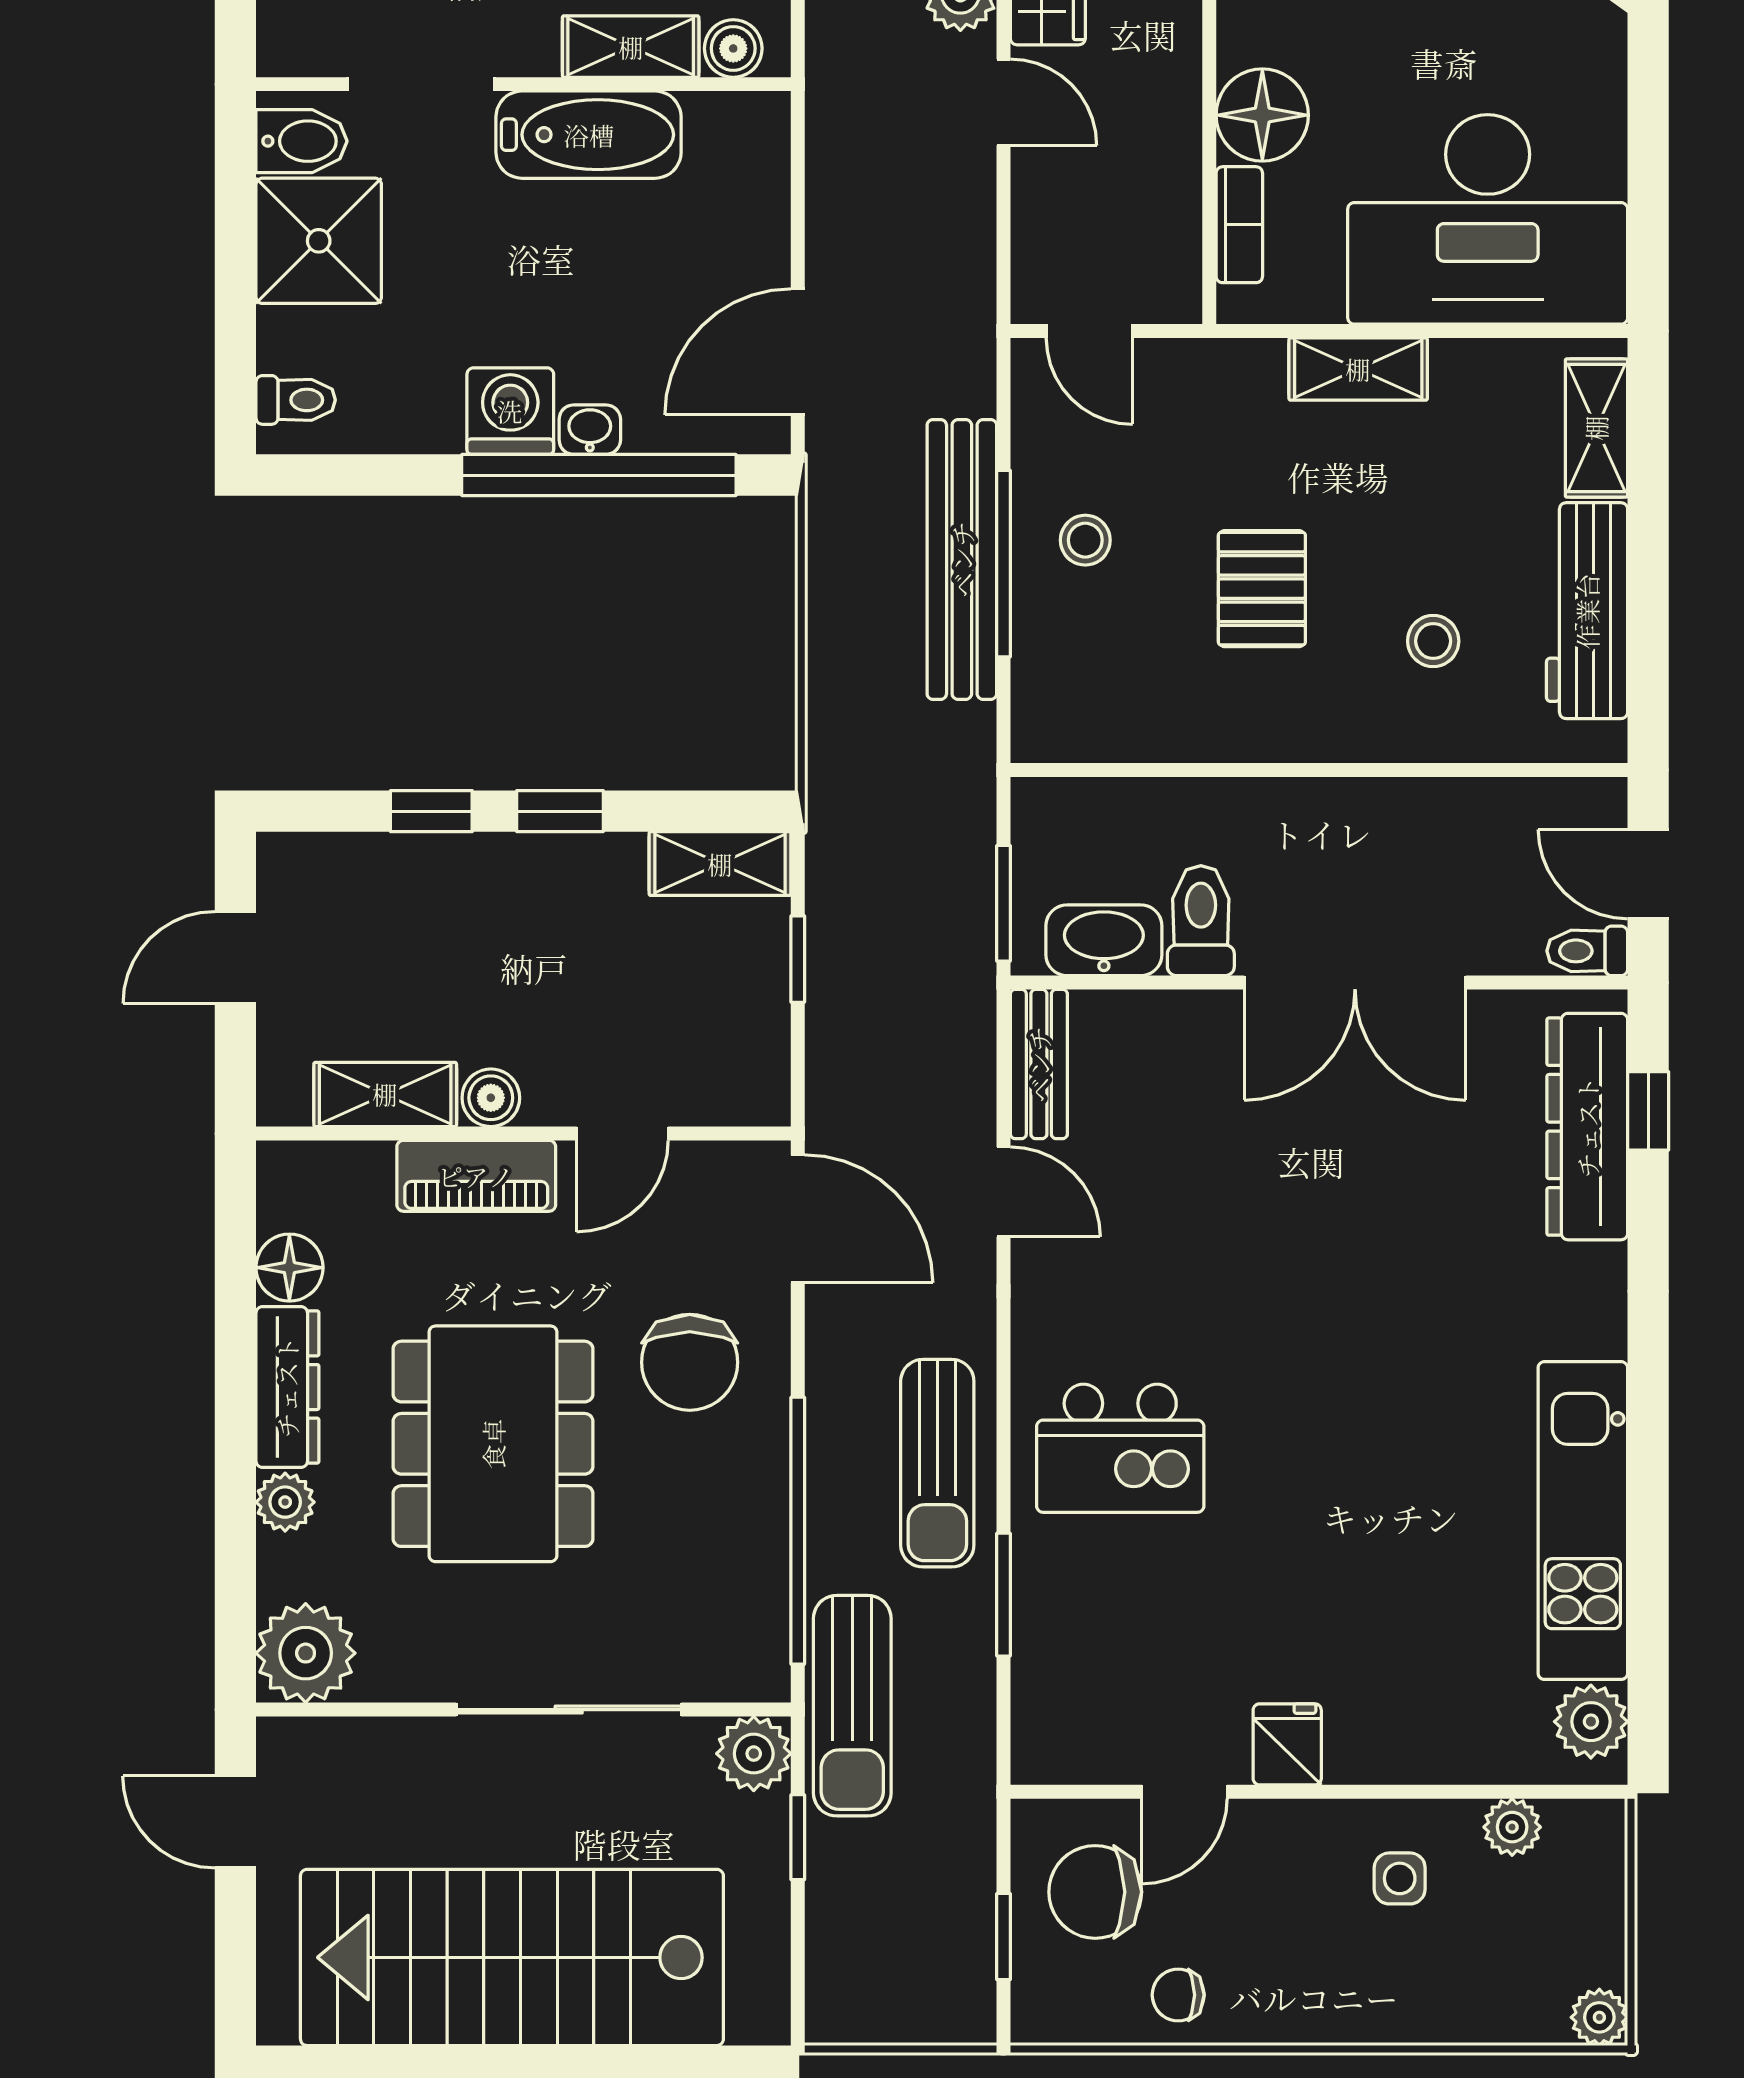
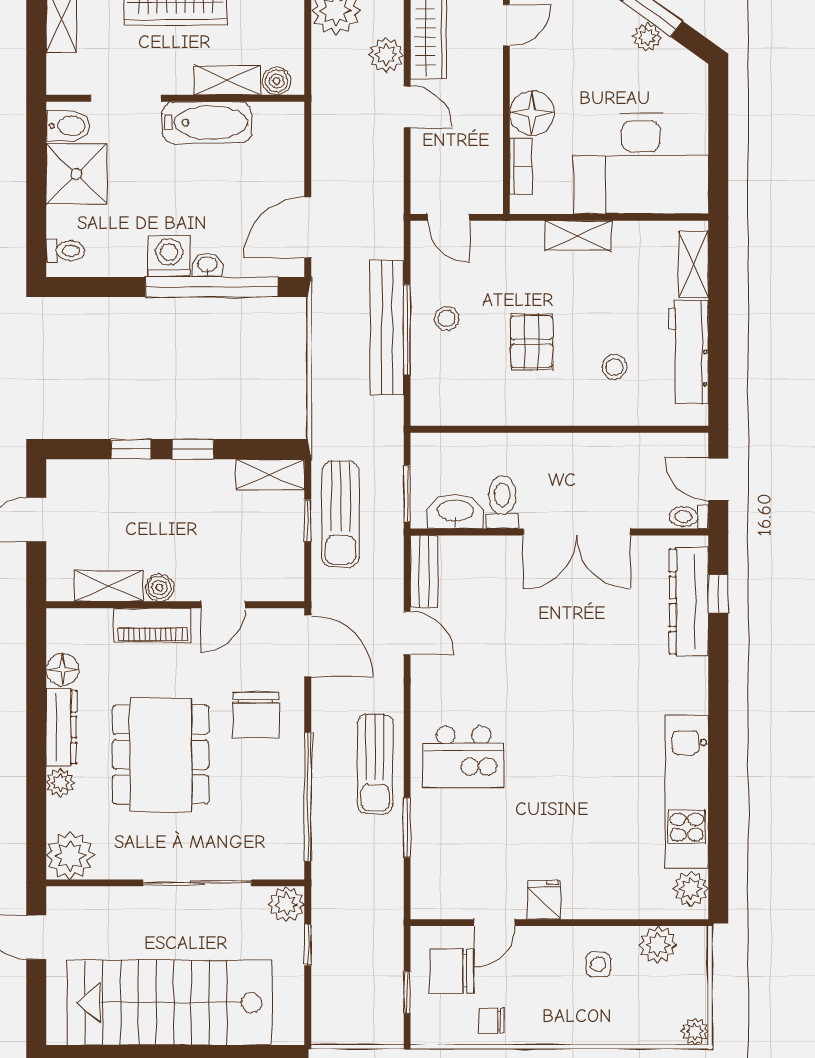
sun lounger: (852, 1706) -> (341, 514), moved
plant: (1512, 1827) -> (658, 945), width x1.38, depth x1.38

